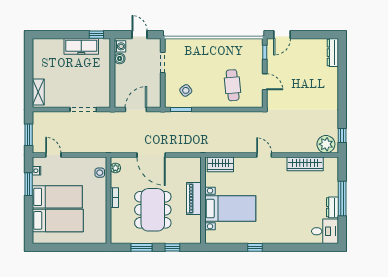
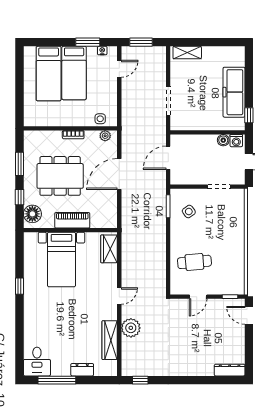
freezer: (81, 46) -> (234, 92), width x1.36, depth x1.26
door: (136, 110) -> (168, 158), swing flipped
plant: (326, 144) -> (131, 328), moved
window: (342, 199) -> (57, 380), moved
dresser: (332, 207) -> (82, 370), moved
floor lamp: (188, 235) -> (32, 214), added

